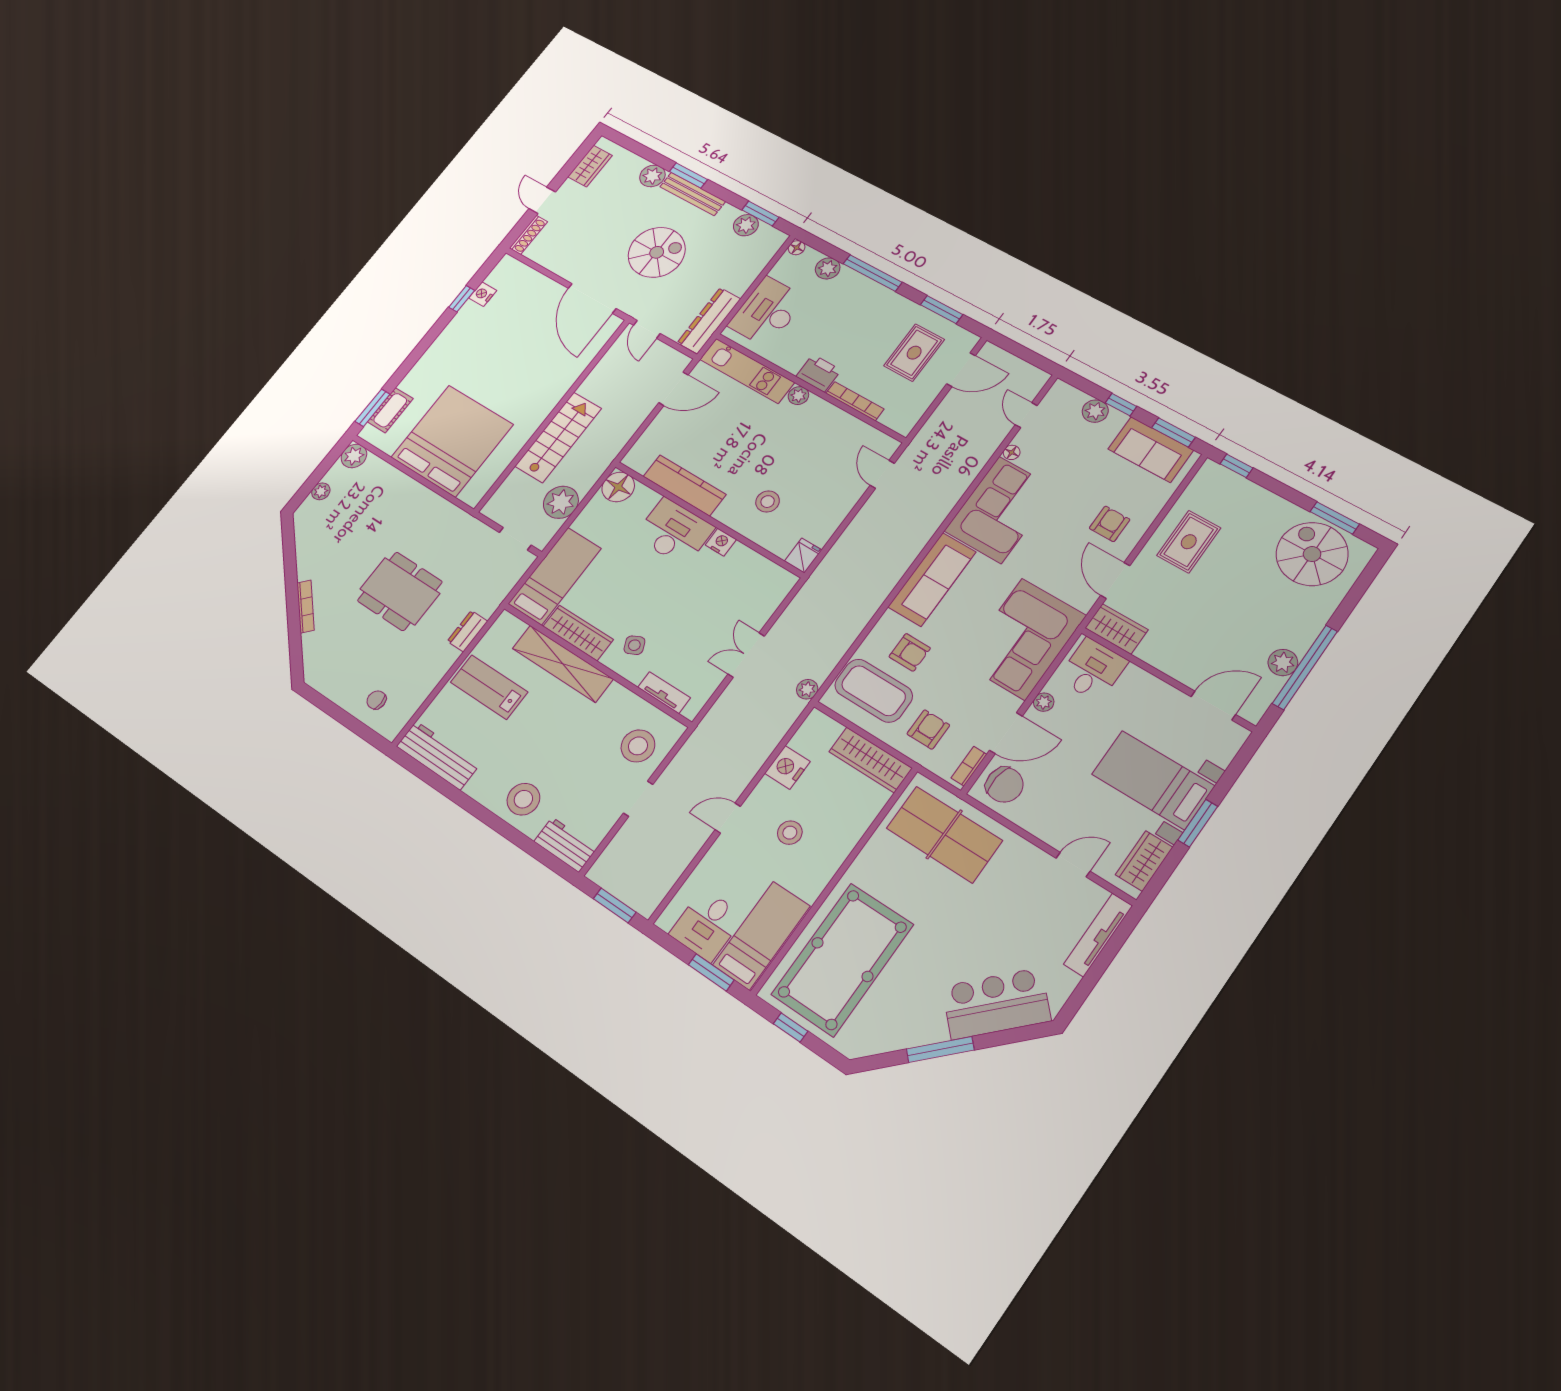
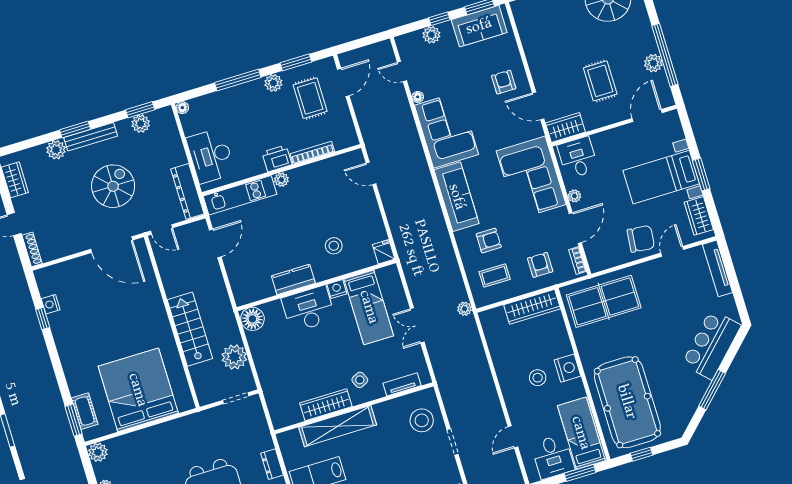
plant: (828, 268) -> (273, 83), moved
kitchen counter: (685, 485) -> (293, 280), width x0.67
rug: (1189, 542) -> (600, 81), moved
bed: (555, 576) -> (369, 307), moved, turned 180
coffee table: (874, 691) -> (495, 276), width x0.54, depth x0.58
nightstand: (787, 767) -> (568, 368), moved, turned 180
chair: (1004, 785) -> (641, 239), moved
door: (728, 818) -> (513, 437), moved

